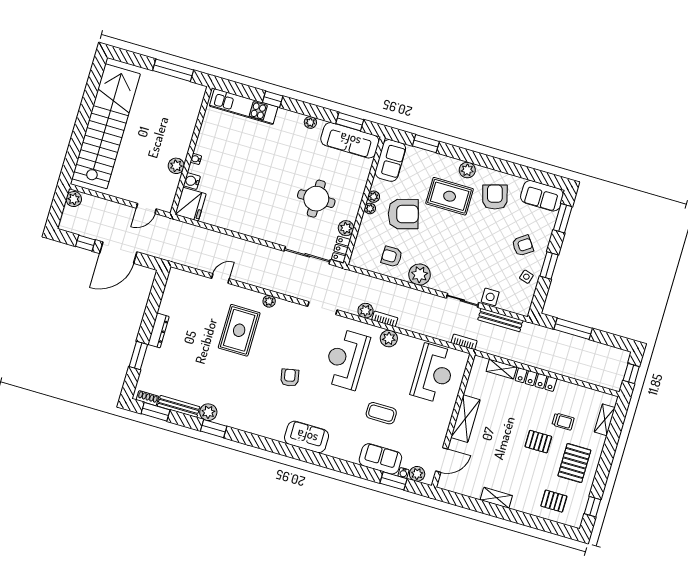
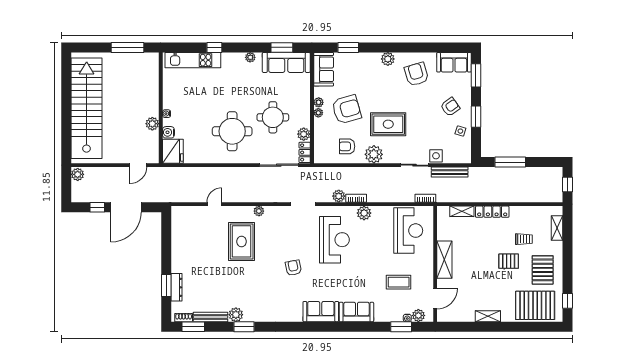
rug: (450, 196) -> (388, 124), moved
round table: (265, 201) -> (232, 131), added
dresser: (158, 330) -> (177, 287), moved
reception desk: (346, 359) -> (334, 240), turned 180
coffee table: (381, 413) -> (399, 282), moved
sofa: (380, 459) -> (356, 312), moved
pallet: (554, 501) -> (535, 305), width x2.05, depth x2.00

